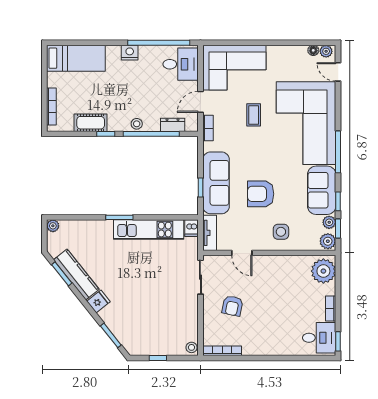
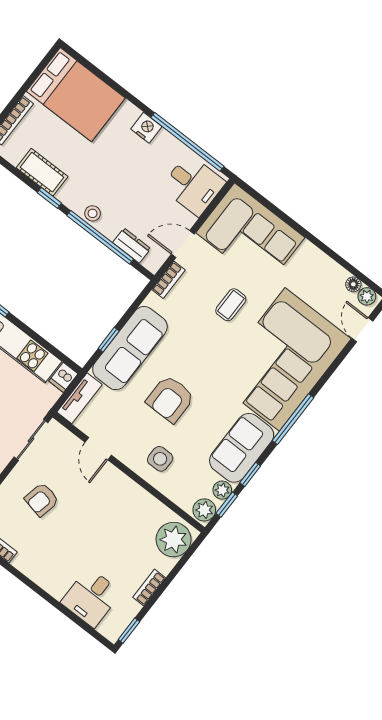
bed: (76, 58) -> (76, 95), width x1.50
armchair: (261, 194) -> (170, 399), turned -90
desk: (319, 338) -> (91, 597), moved, turned 90

